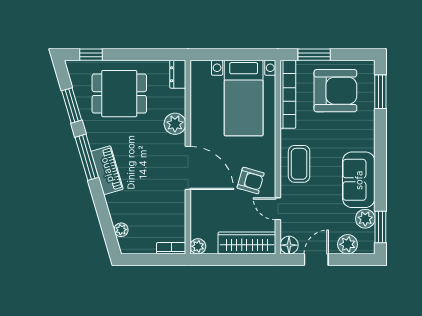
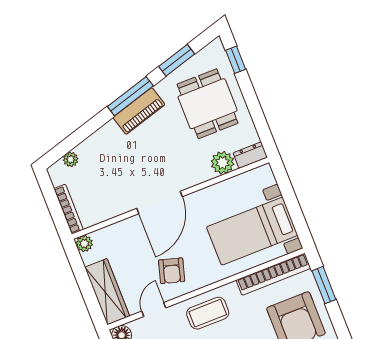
plant: (175, 124) -> (223, 163), moved
piano: (107, 170) -> (139, 111), moved
bookcase: (171, 248) -> (69, 209), width x1.56

